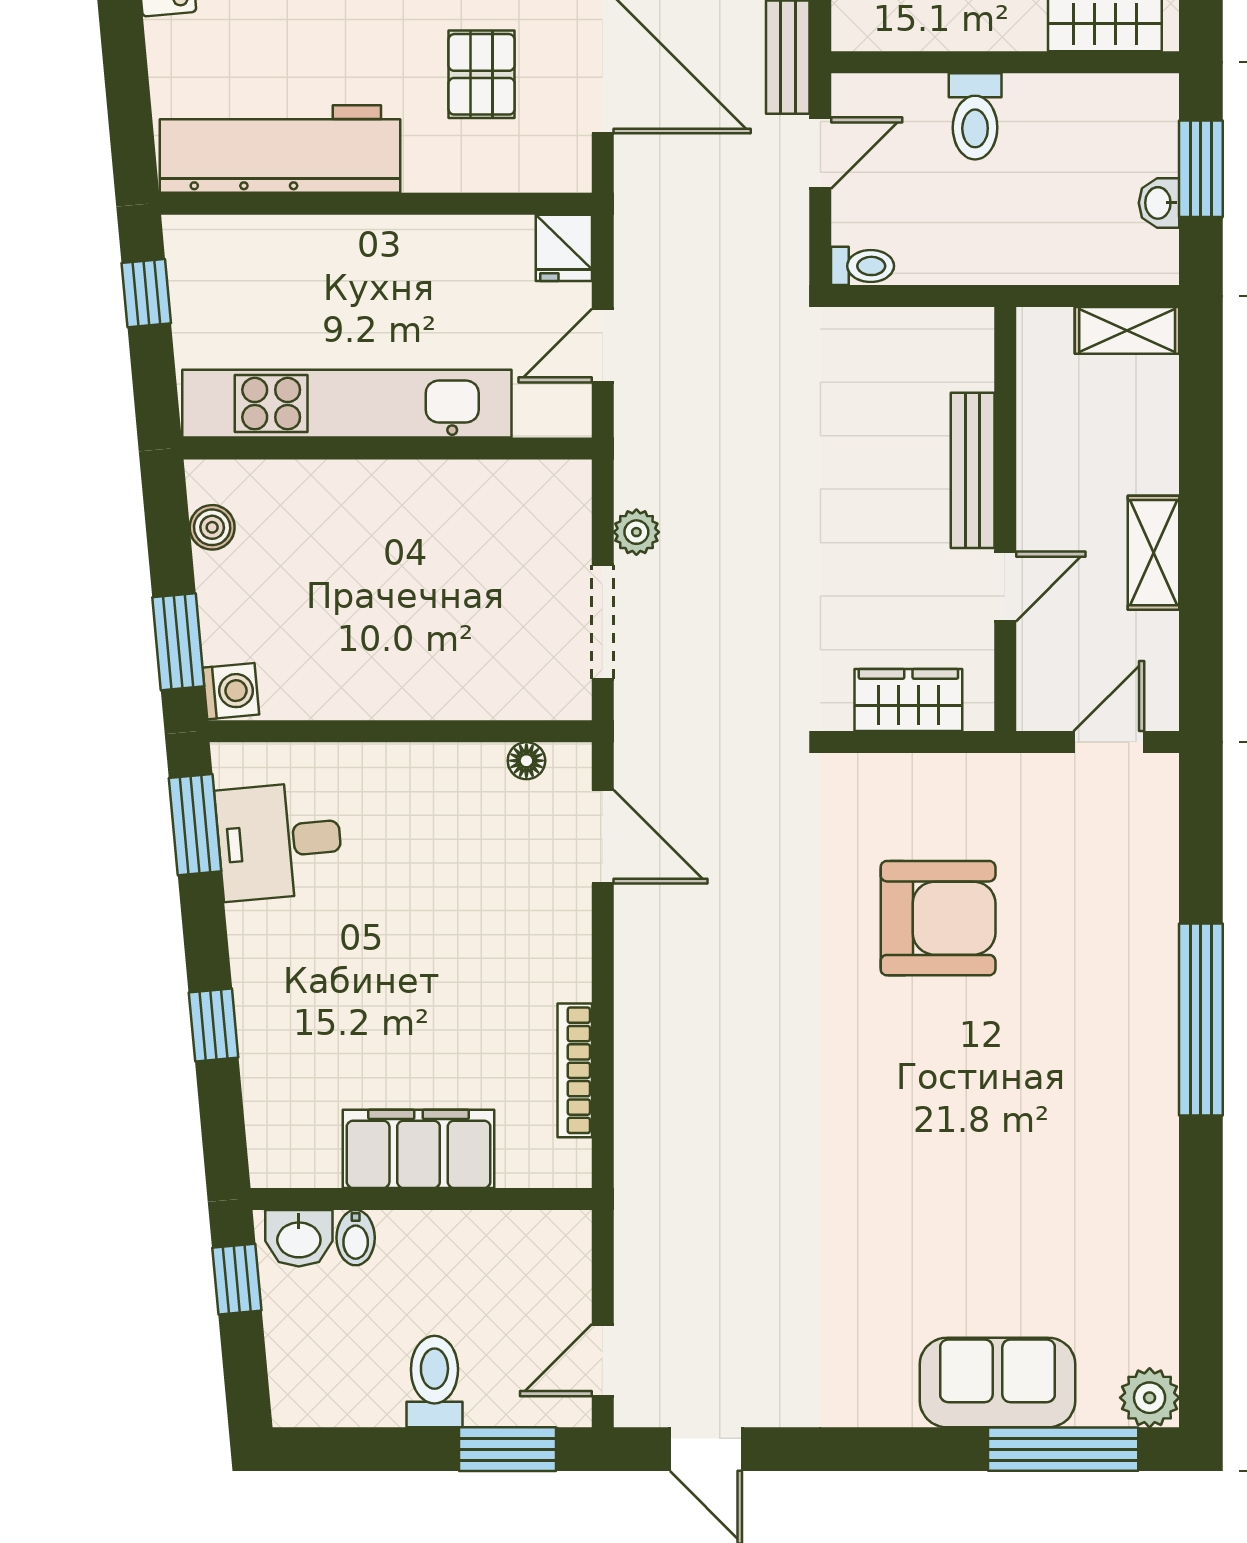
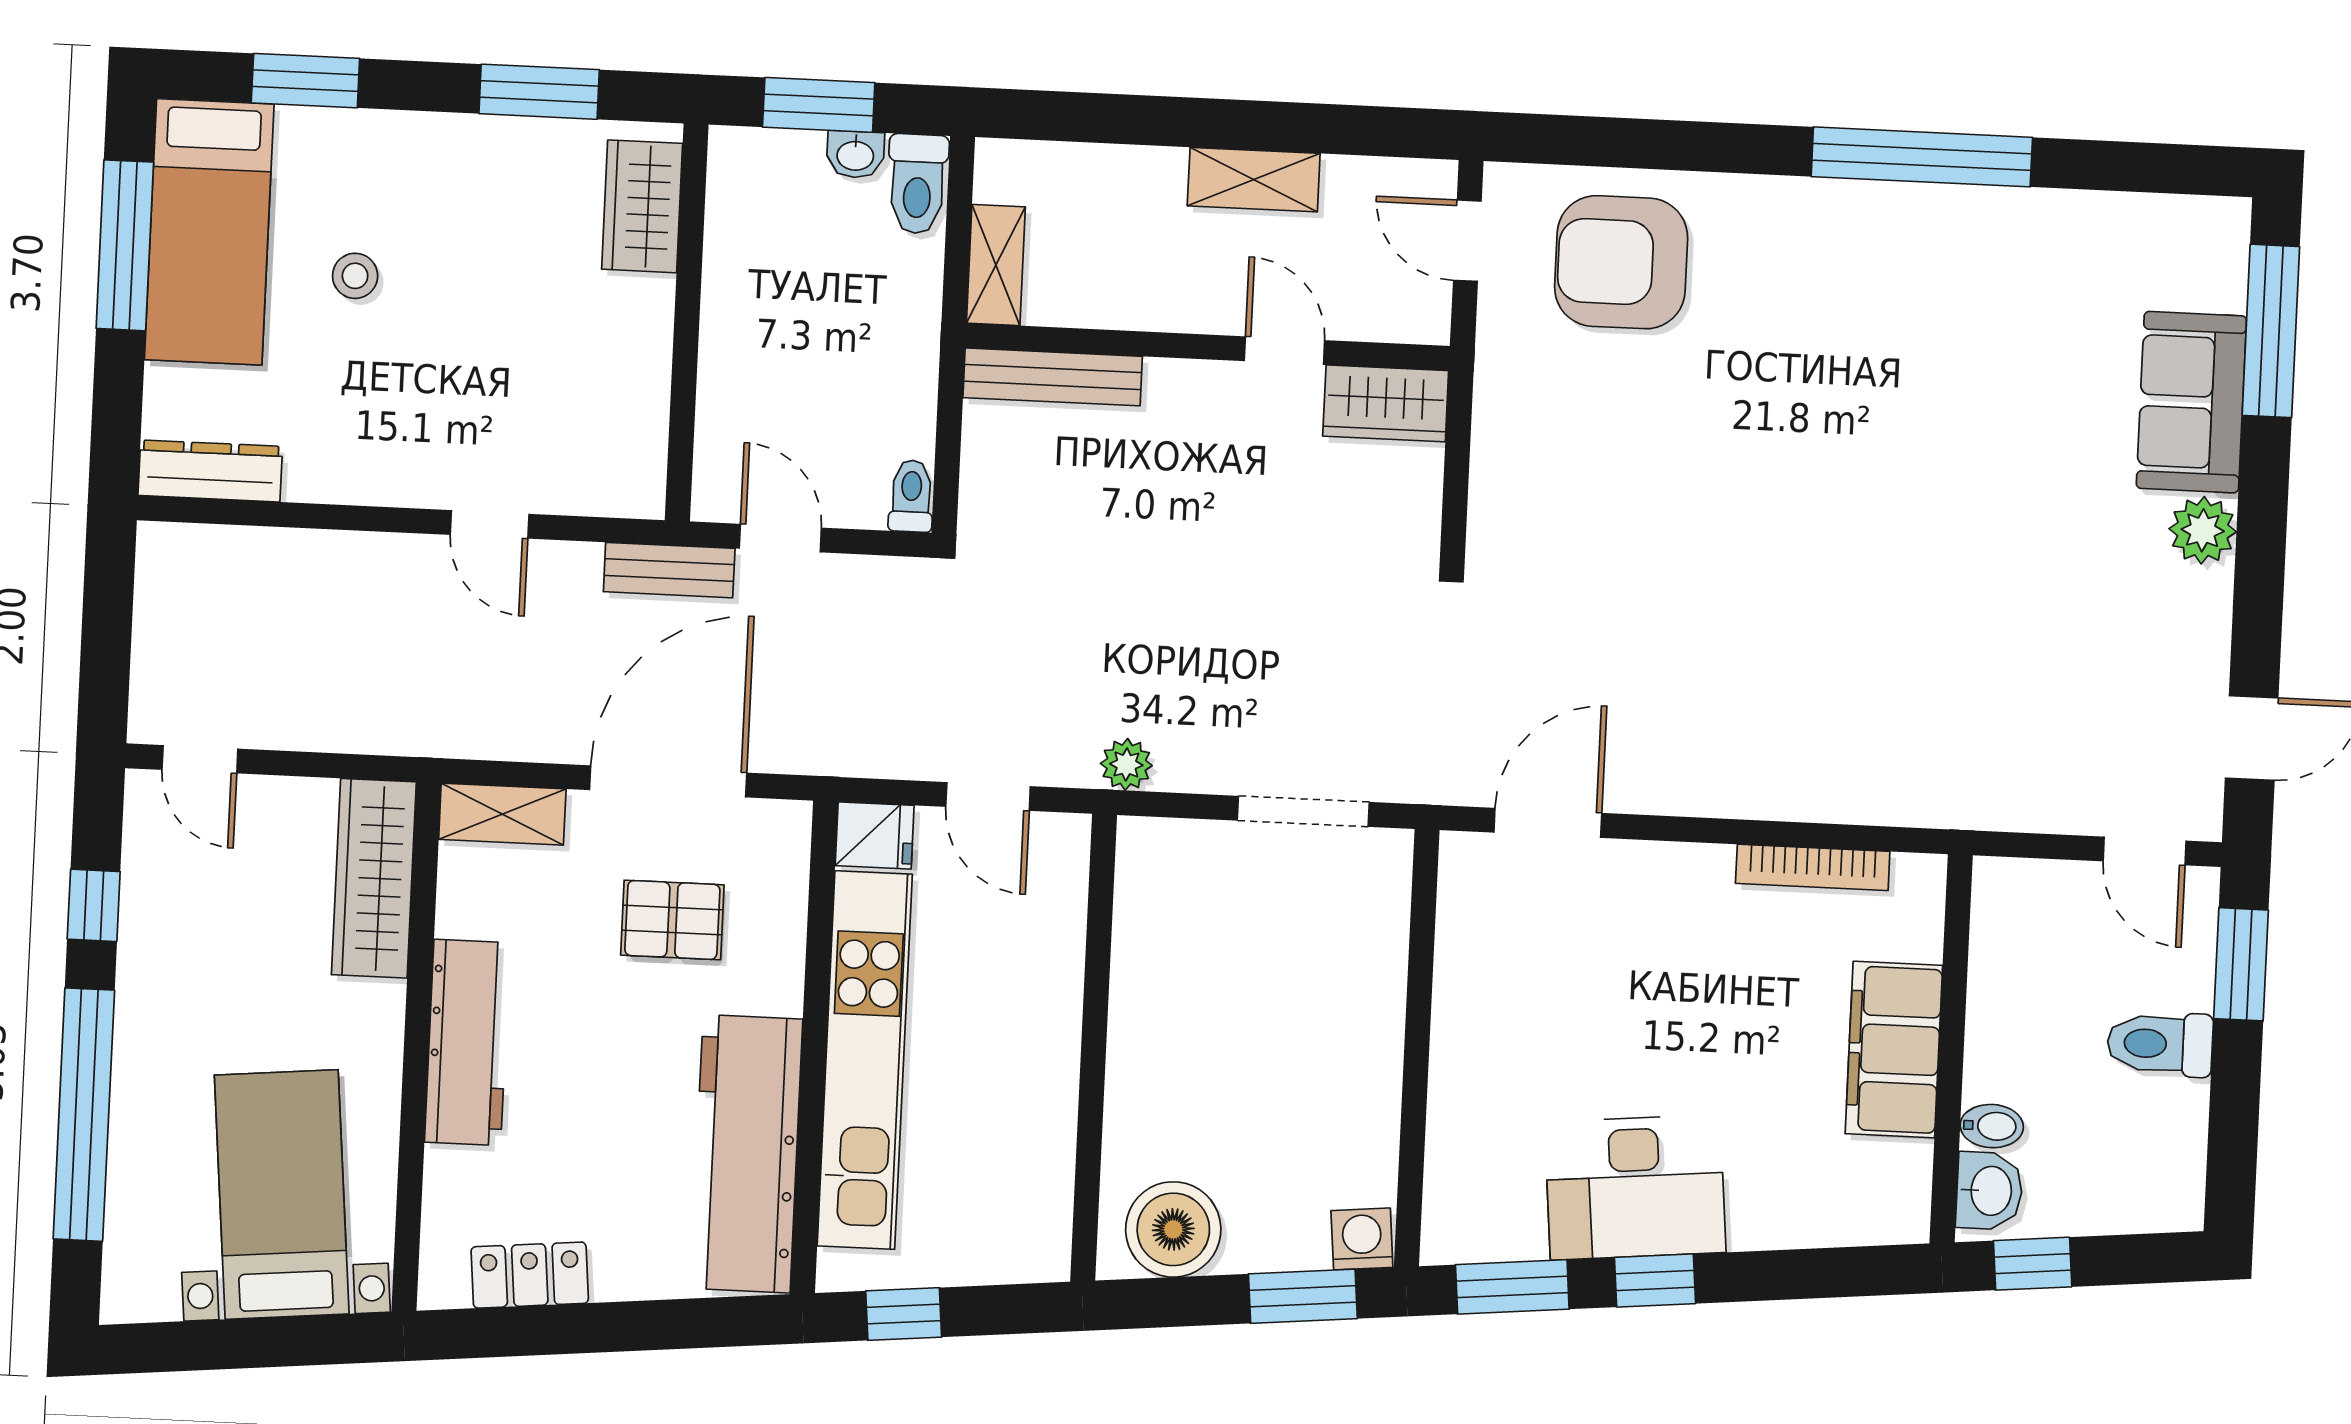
toilet: (975, 116) -> (917, 184), moved, turned 90
shelving: (1127, 330) -> (996, 265), moved
kitchen unit: (347, 404) -> (865, 1060), moved, turned 180
bench: (973, 470) -> (1053, 377), moved
boiler: (212, 527) -> (1173, 1229), width x1.86, depth x1.86
plant: (636, 532) -> (1126, 764), moved
wardrobe: (908, 700) -> (1386, 403), moved, turned -90
floor lamp: (526, 761) -> (1457, 906), removed
desk: (279, 841) -> (1635, 1187), moved, width x1.37
armchair: (938, 918) -> (1621, 262), moved, turned -90
window: (1201, 1019) -> (1922, 157), moved
window: (214, 1025) -> (1655, 1281), moved
plant: (1150, 1398) -> (2203, 530), moved

